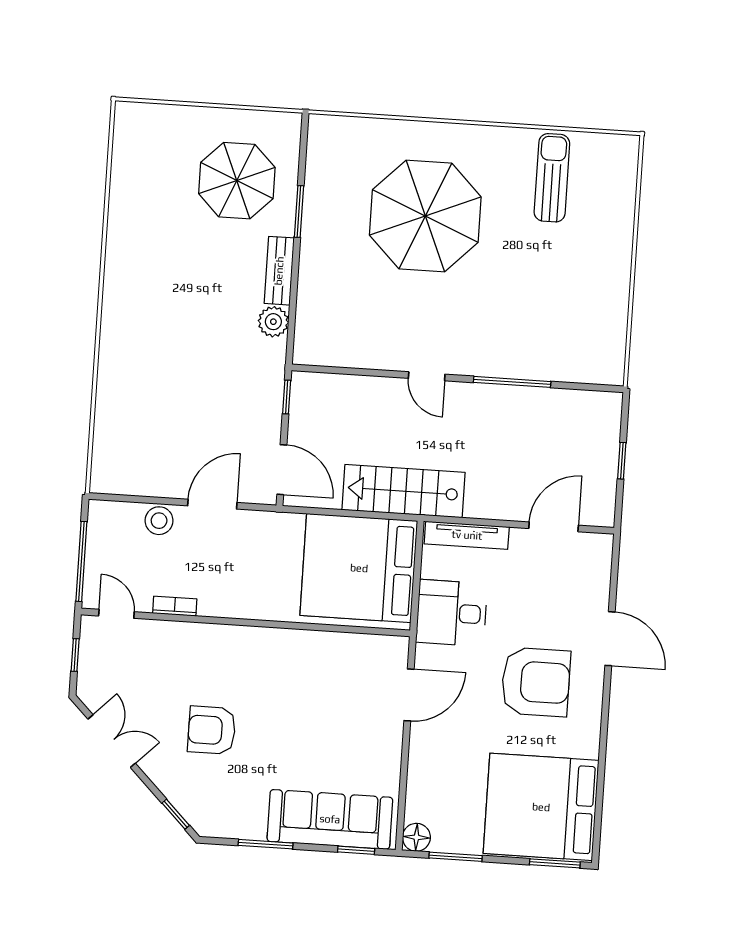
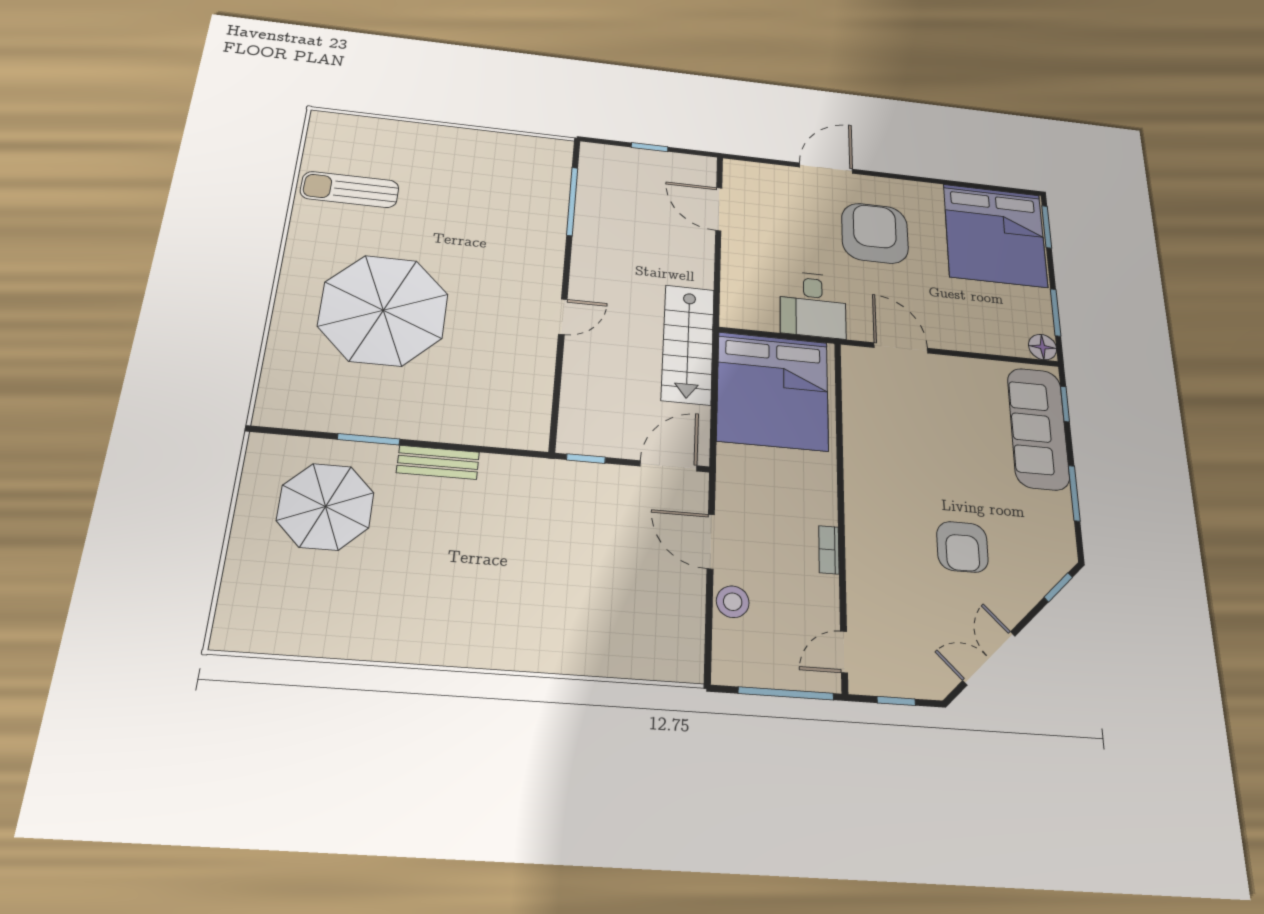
plant: (273, 322) -> (498, 470), removed
window: (512, 382) -> (572, 201), moved
tv unit: (467, 535) -> (732, 287), removed
bookcase: (175, 606) -> (829, 550), moved

